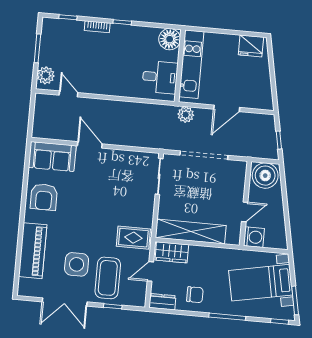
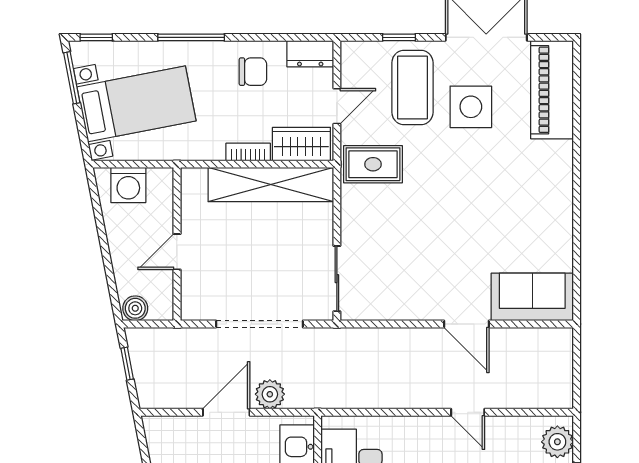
door: (68, 94) -> (468, 412), moved
plant: (186, 115) -> (270, 394), moved
boiler: (265, 176) -> (135, 308), width x0.54, depth x0.54
armchair: (44, 197) -> (541, 223), removed
door: (245, 212) -> (177, 252), moved
washing machine: (254, 237) -> (128, 185), moved, turned -90
piano: (33, 251) -> (552, 90), moved
bookcase: (202, 251) -> (248, 152), added
chair: (195, 295) -> (253, 72), turned 180

